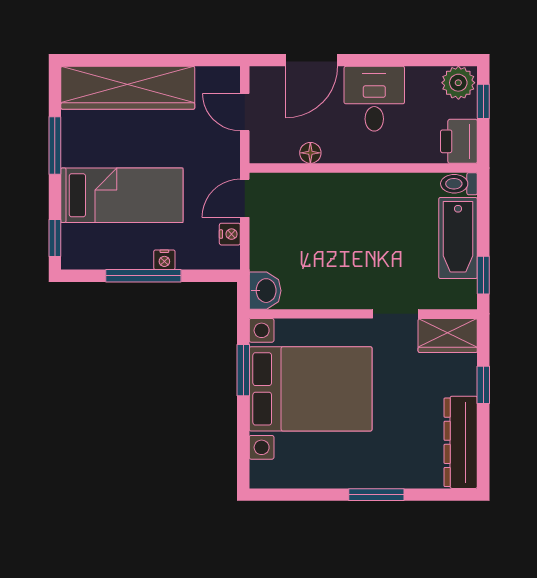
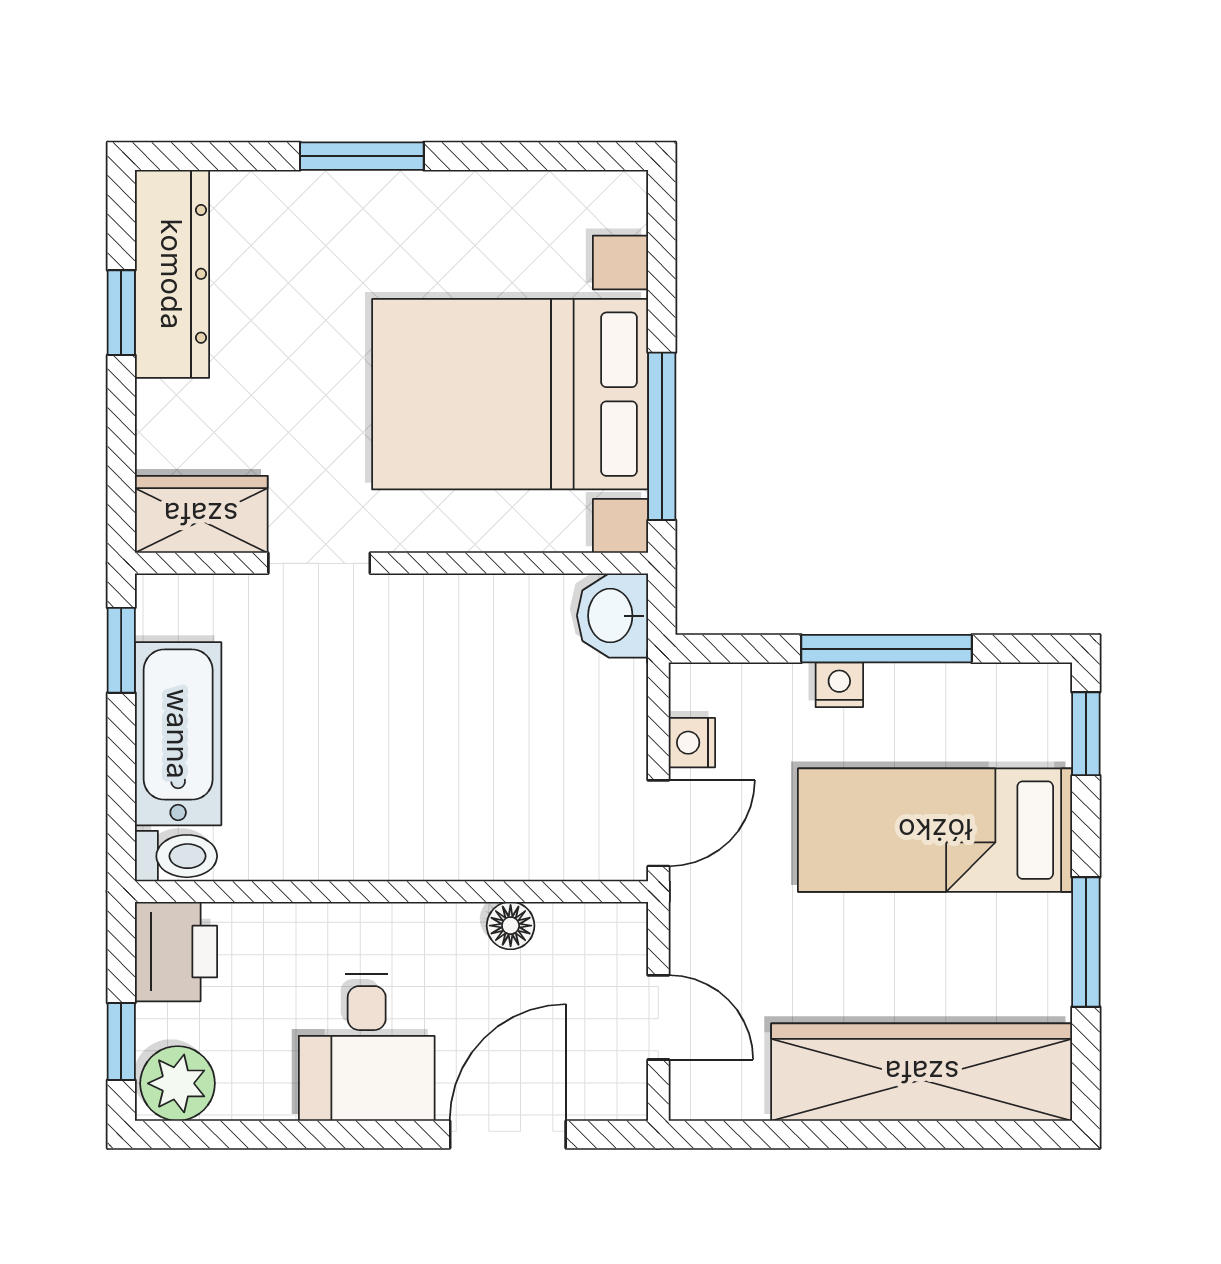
window: (243, 370) -> (662, 436), width x1.44
window: (483, 385) -> (121, 313), moved

